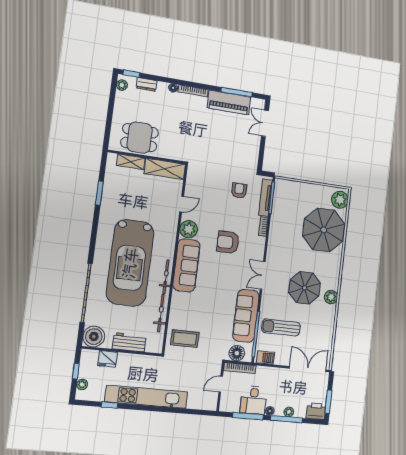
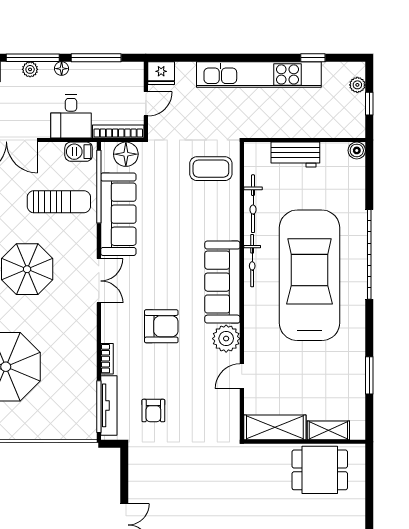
garage door: (86, 293) -> (369, 254), moved
boiler: (94, 337) -> (357, 150), width x0.54, depth x0.54
fridge: (108, 359) -> (161, 73), moved, turned 180
desk: (254, 400) -> (71, 116), moved, turned 180

